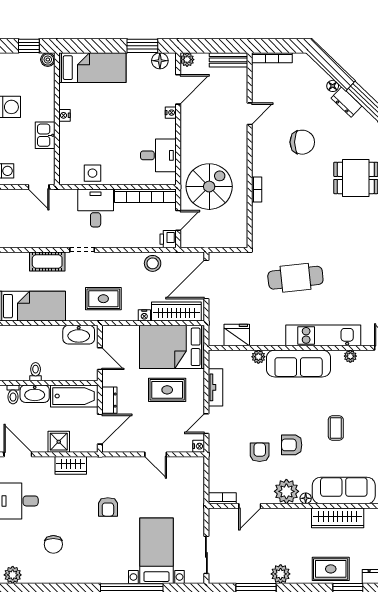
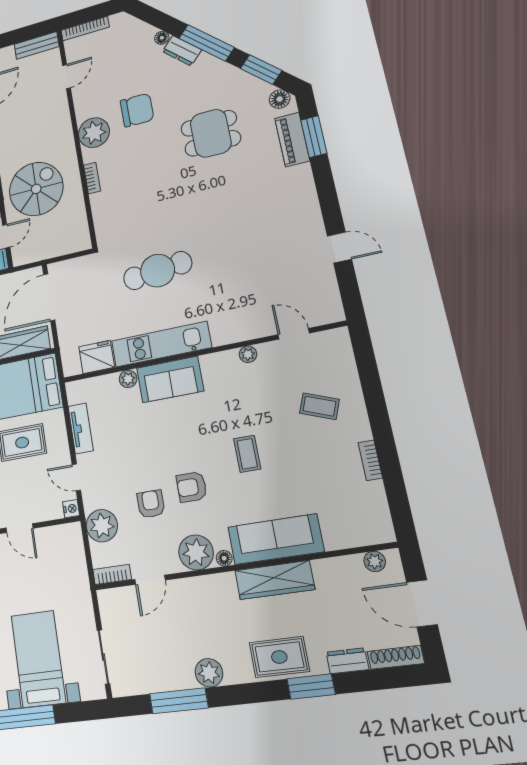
door: (250, 114) -> (67, 77), moved
plant: (264, 151) -> (94, 133), added
kitchen unit: (323, 335) -> (161, 344), moved
sofa: (299, 364) -> (170, 379), width x0.73
door: (206, 424) -> (76, 477), hinge flipped
plant: (220, 462) -> (102, 526), added

